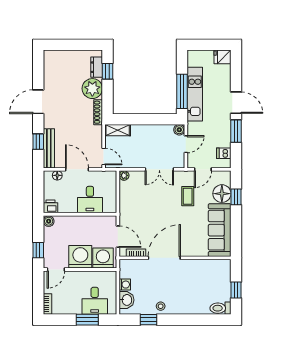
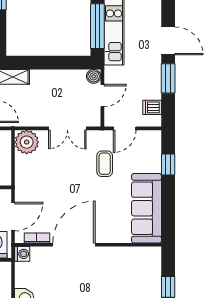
plant: (124, 175) -> (27, 142), width x1.88, depth x1.88
floor lamp: (222, 194) -> (150, 160), removed
door: (118, 237) -> (13, 217), hinge flipped
washing machine: (125, 285) -> (22, 254), moved

